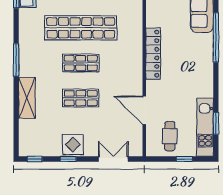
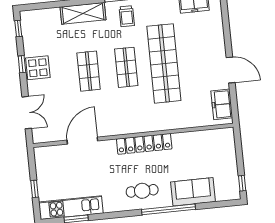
trolley: (34, 58) -> (127, 16), added
cafe table: (170, 136) -> (142, 191), moved

